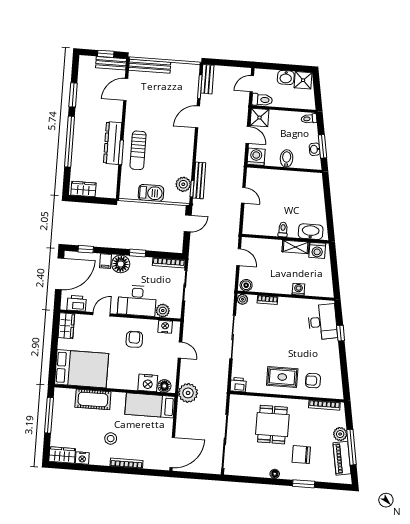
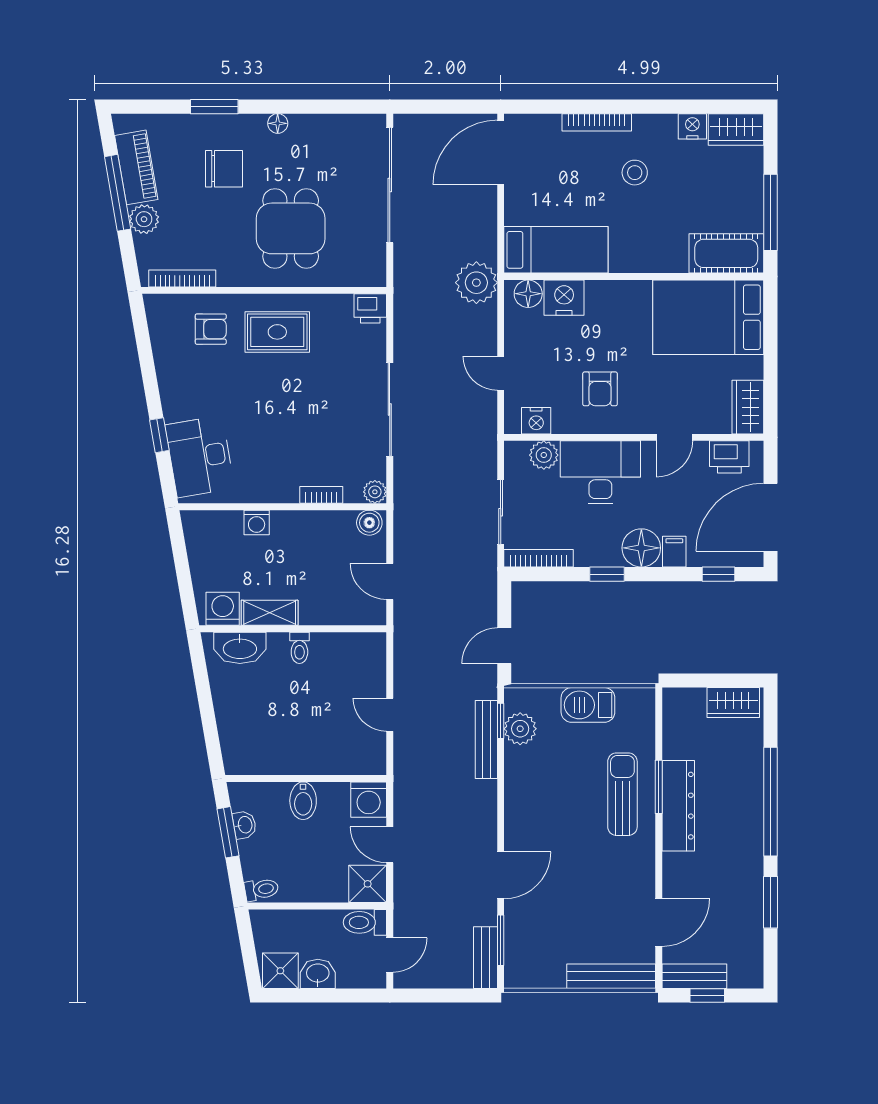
cot: (93, 399) -> (726, 253), moved

